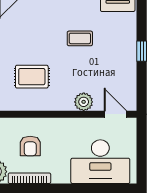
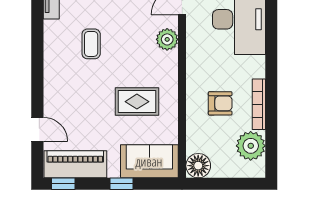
rug: (32, 77) -> (137, 102), turned 90

